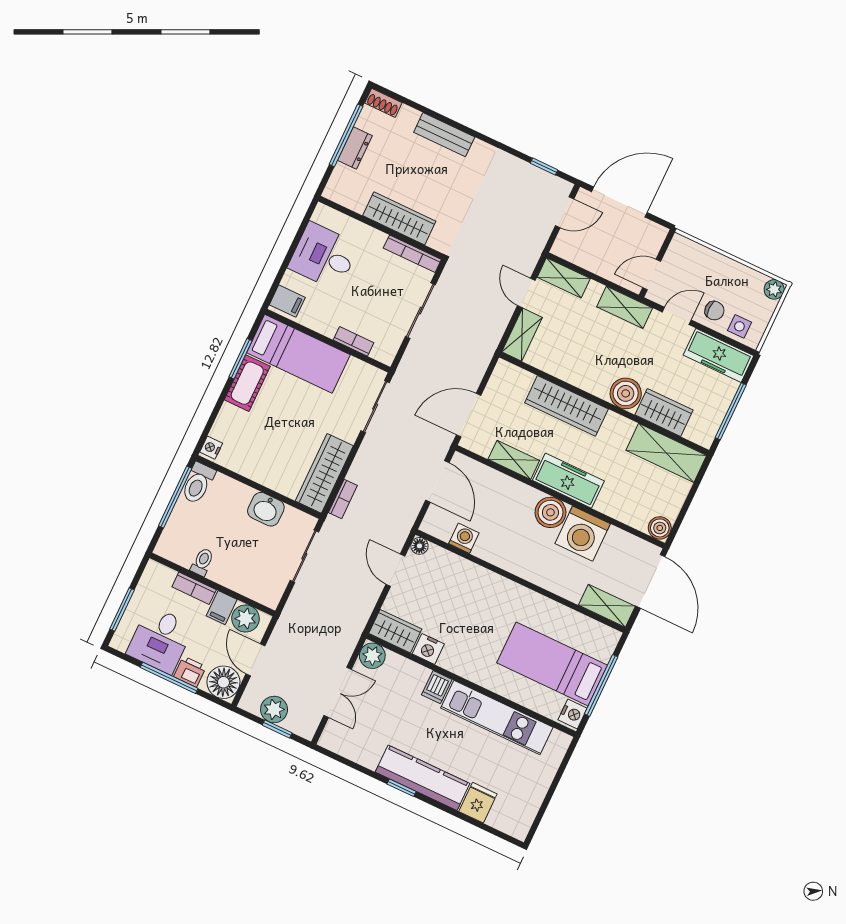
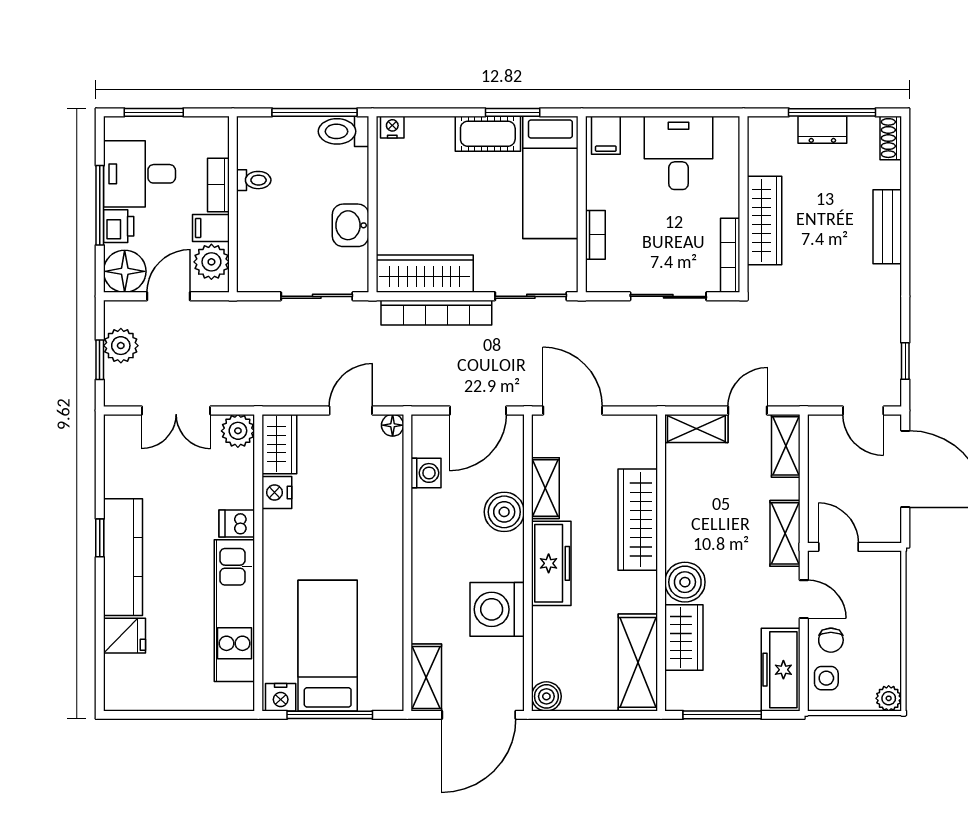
bookcase: (343, 499) -> (436, 313), width x2.31, depth x1.31
boiler: (550, 512) -> (504, 512), moved

